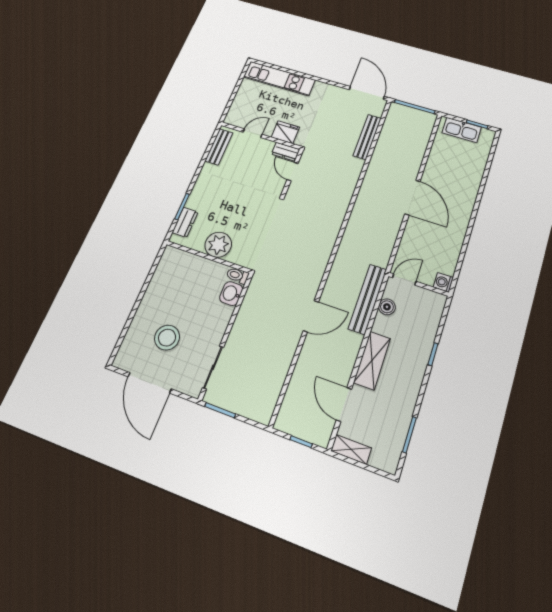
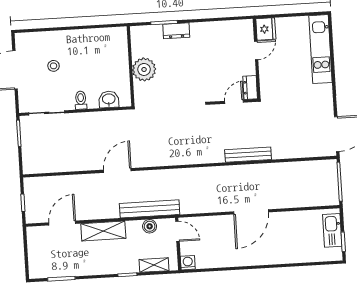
fridge: (285, 132) -> (266, 29), moved
door: (253, 133) -> (256, 50), hinge flipped
bench: (367, 137) -> (248, 155), moved
bench: (219, 147) -> (231, 27), removed
dresser: (185, 222) -> (176, 31), moved
toilet: (237, 276) -> (81, 100), moved
door: (311, 316) -> (117, 170), swing flipped
stool: (167, 338) -> (54, 66), width x0.53, depth x0.53
shelving: (351, 449) -> (154, 265), moved, turned 90

